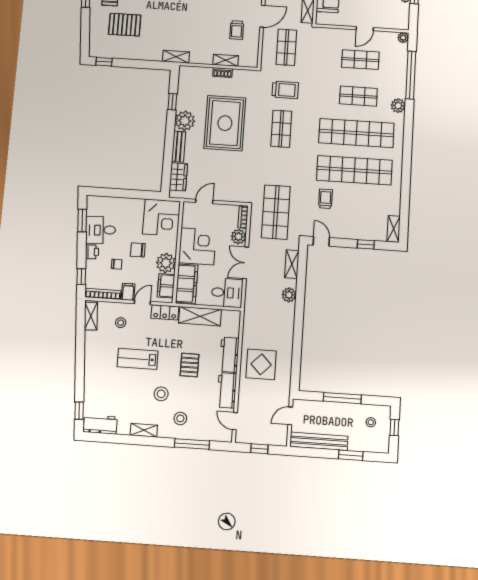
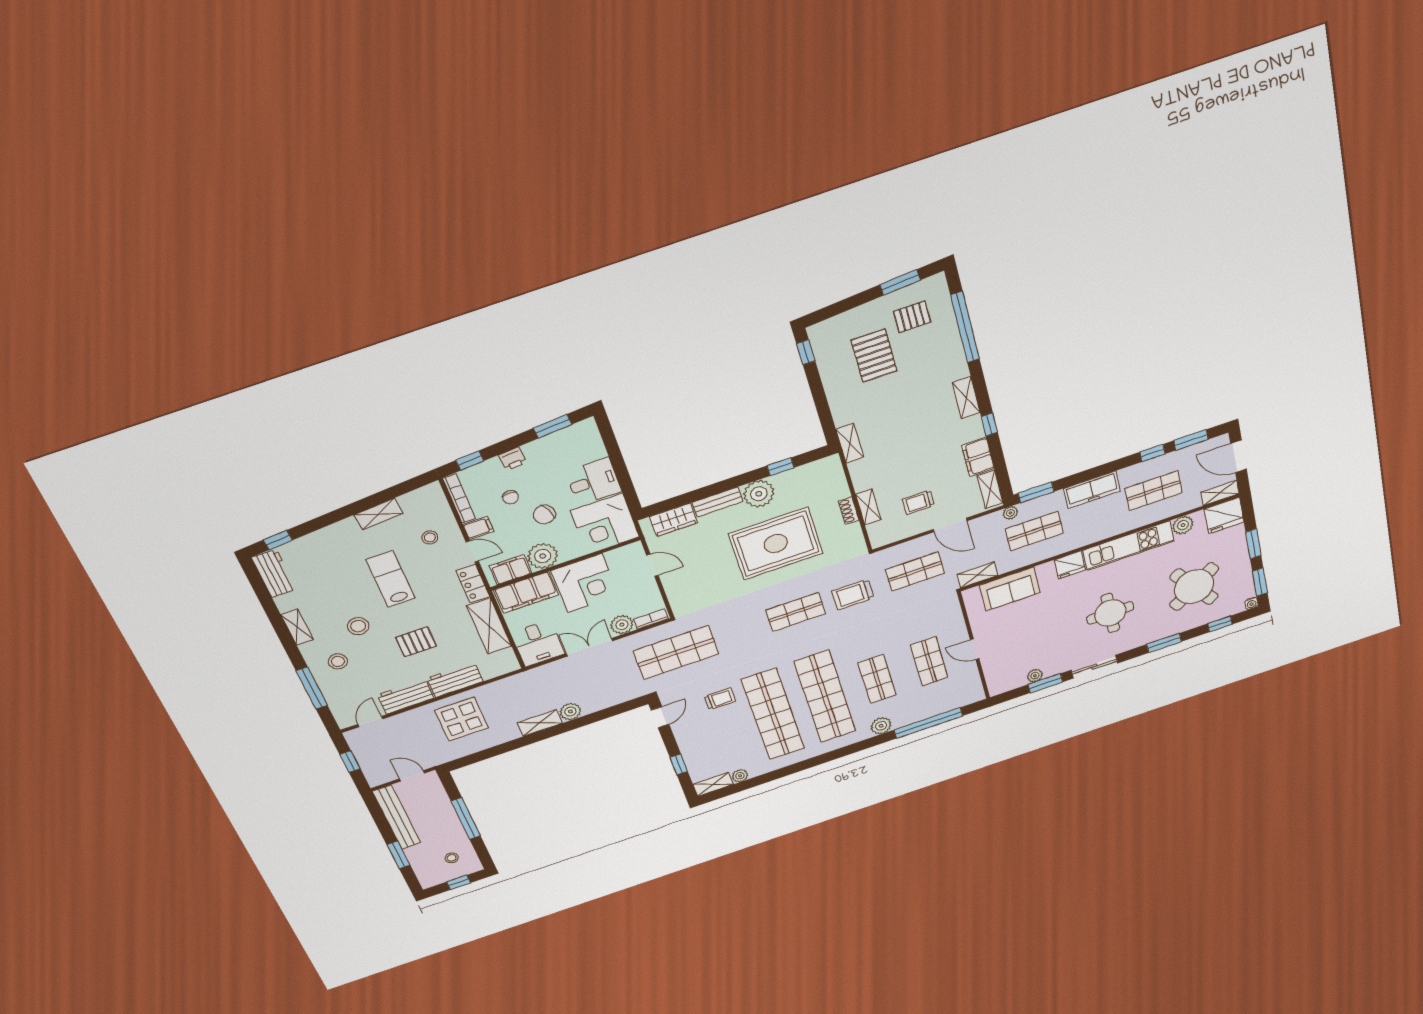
plant: (403, 38) -> (740, 776), moved
trolley: (285, 90) -> (853, 594), turned 90
desk: (101, 230) -> (593, 482), moved, turned 94
chair: (138, 250) -> (544, 515), turned -112
shelving: (292, 264) -> (540, 723), moved
shelving: (91, 316) -> (379, 514), moved

